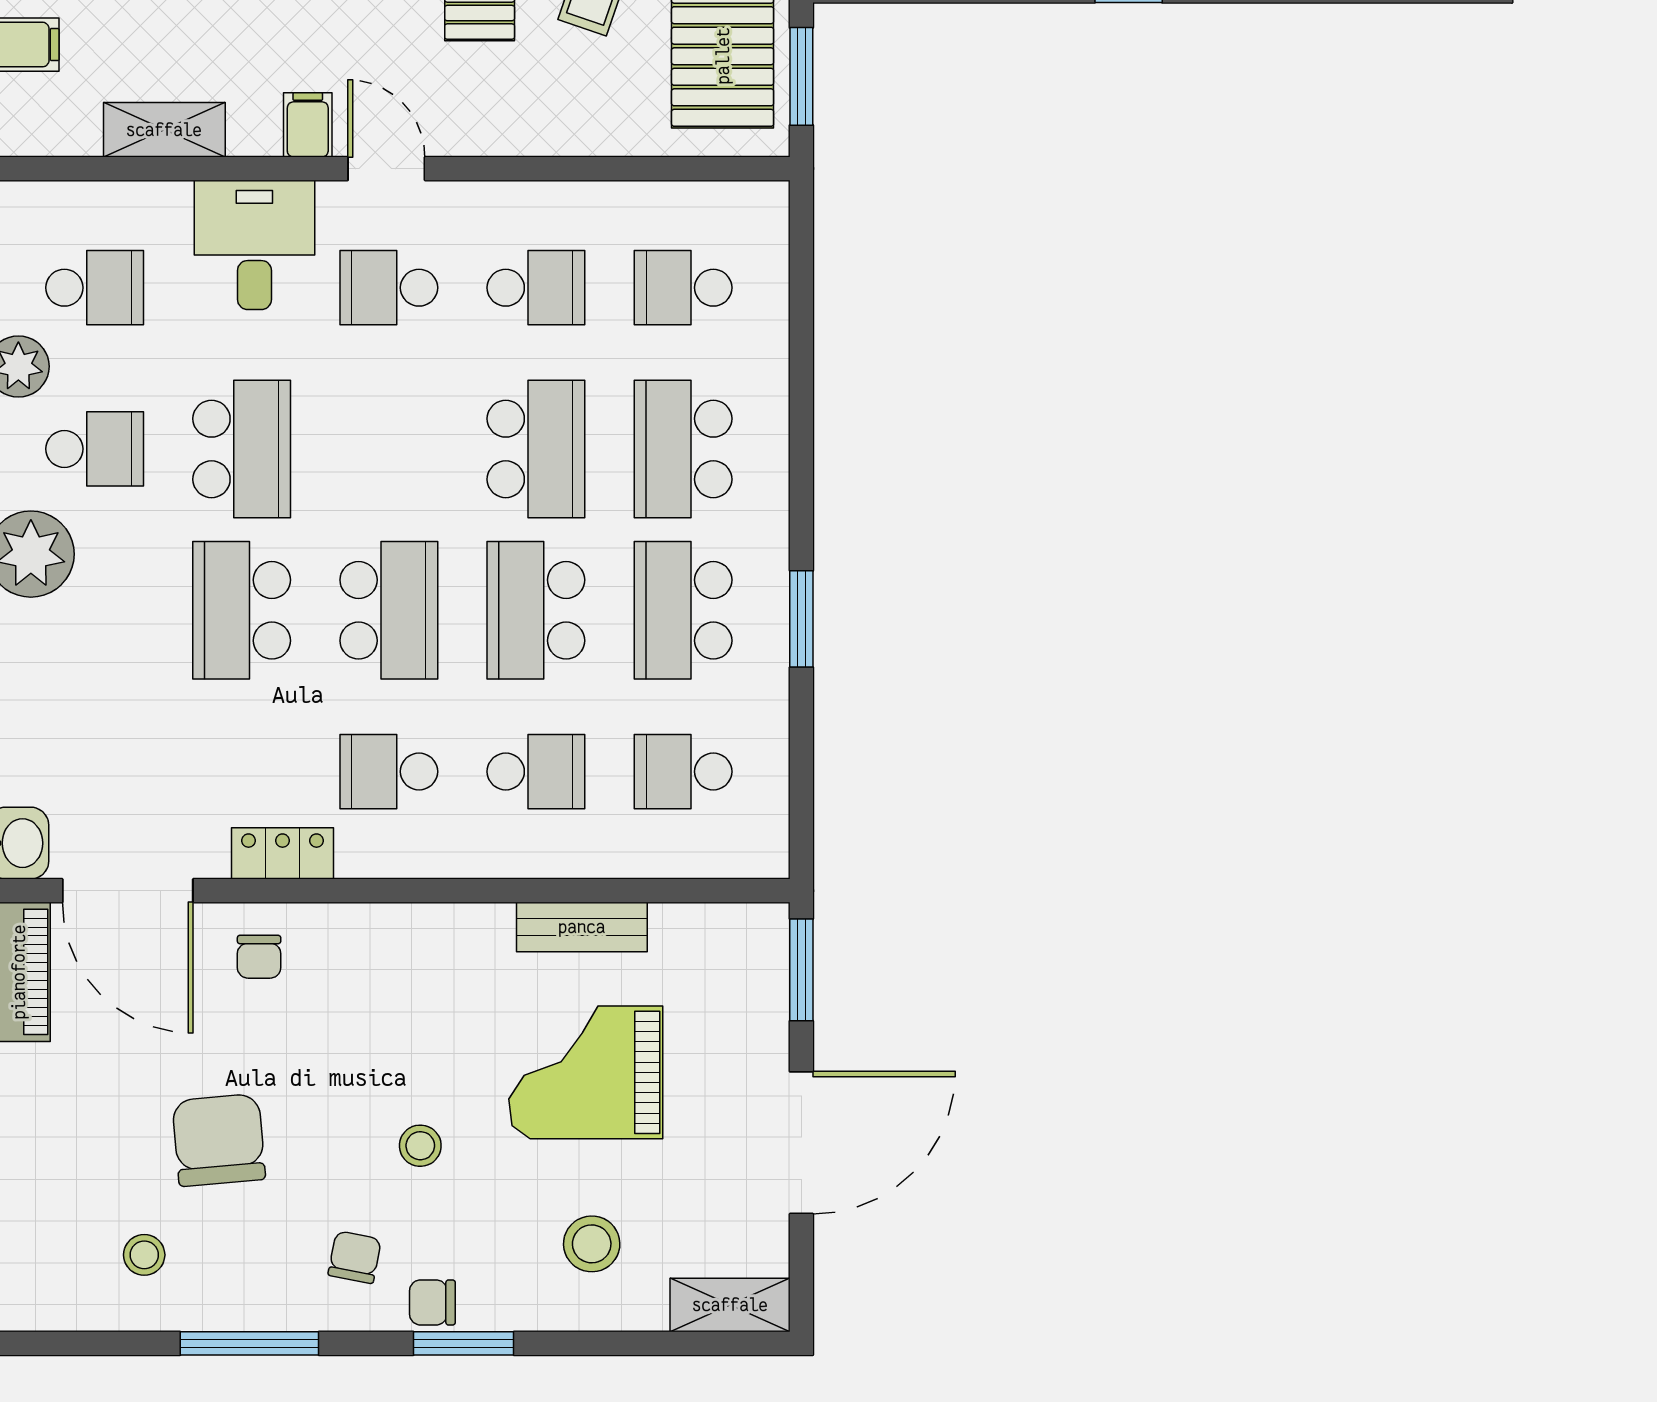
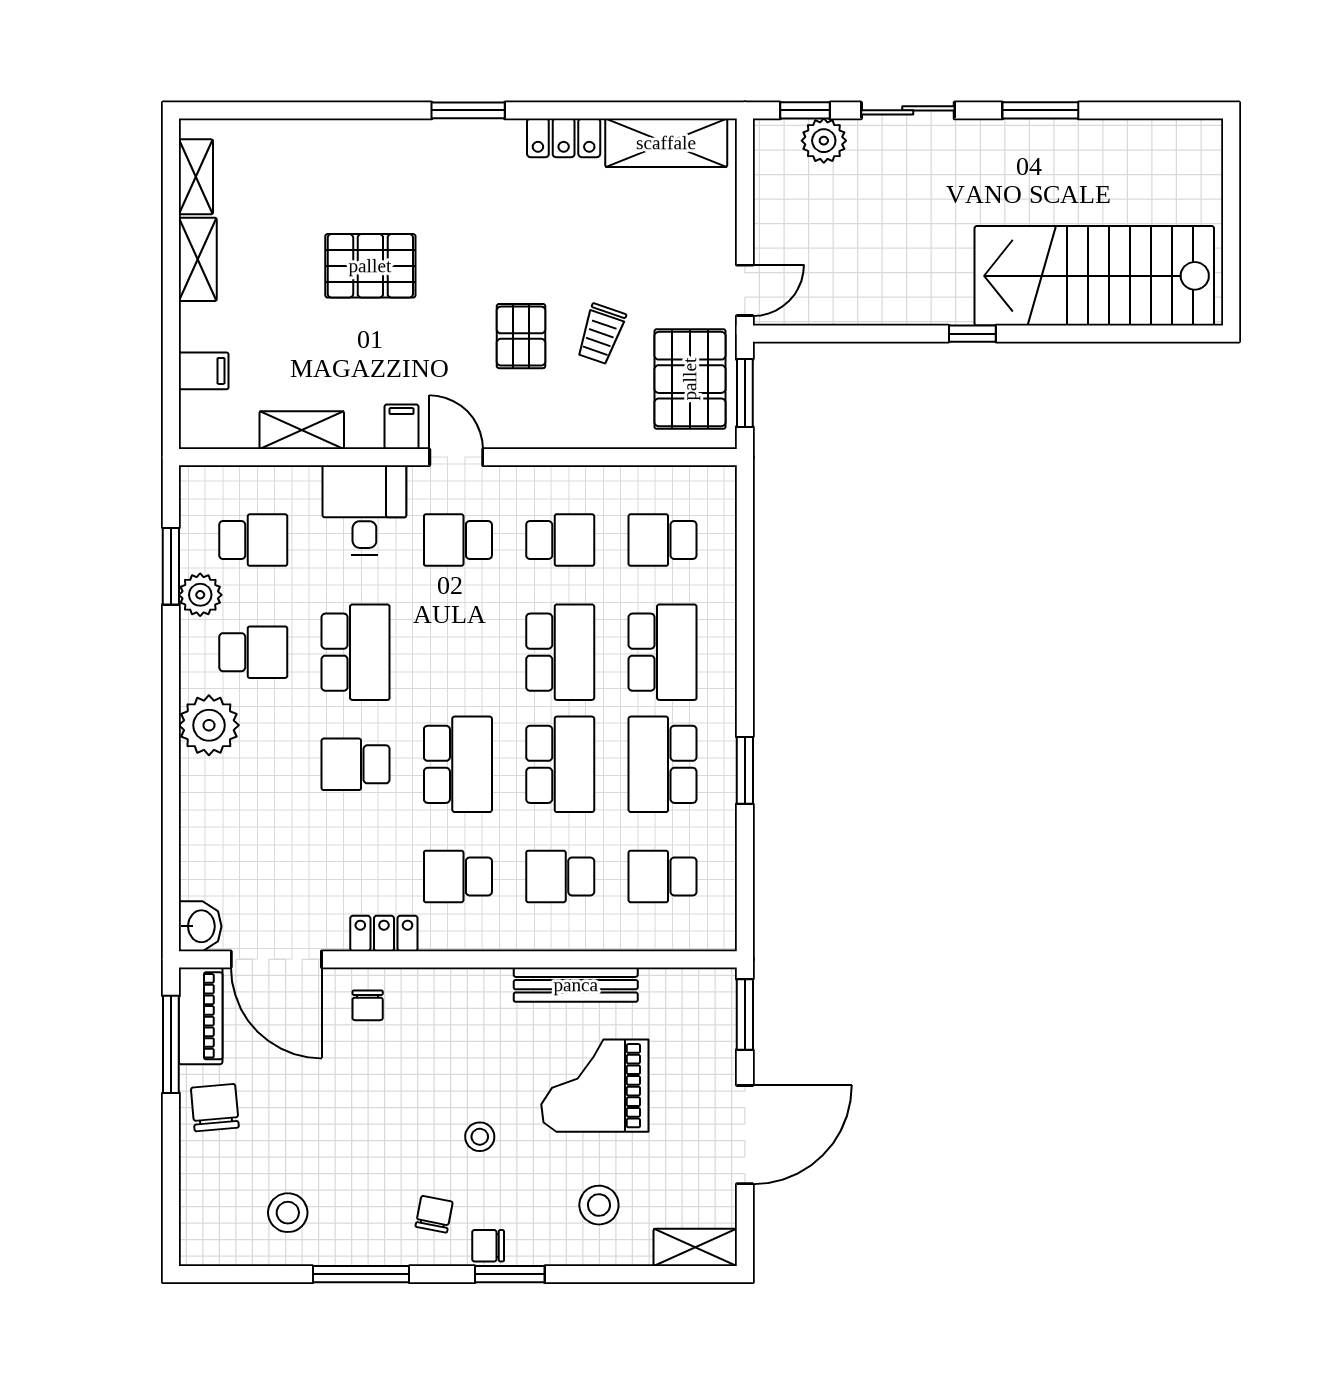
school desk: (683, 449) -> (663, 652), turned 180
school desk: (242, 610) -> (356, 764), width x0.54
school desk: (536, 610) -> (560, 764), turned 180
school desk: (536, 772) -> (560, 876), turned 180
bench: (582, 927) -> (576, 985), width x1.36
chair: (219, 1140) -> (215, 1108), moved, width x0.73, depth x0.73
stool: (144, 1255) -> (288, 1213), width x1.37, depth x1.37

